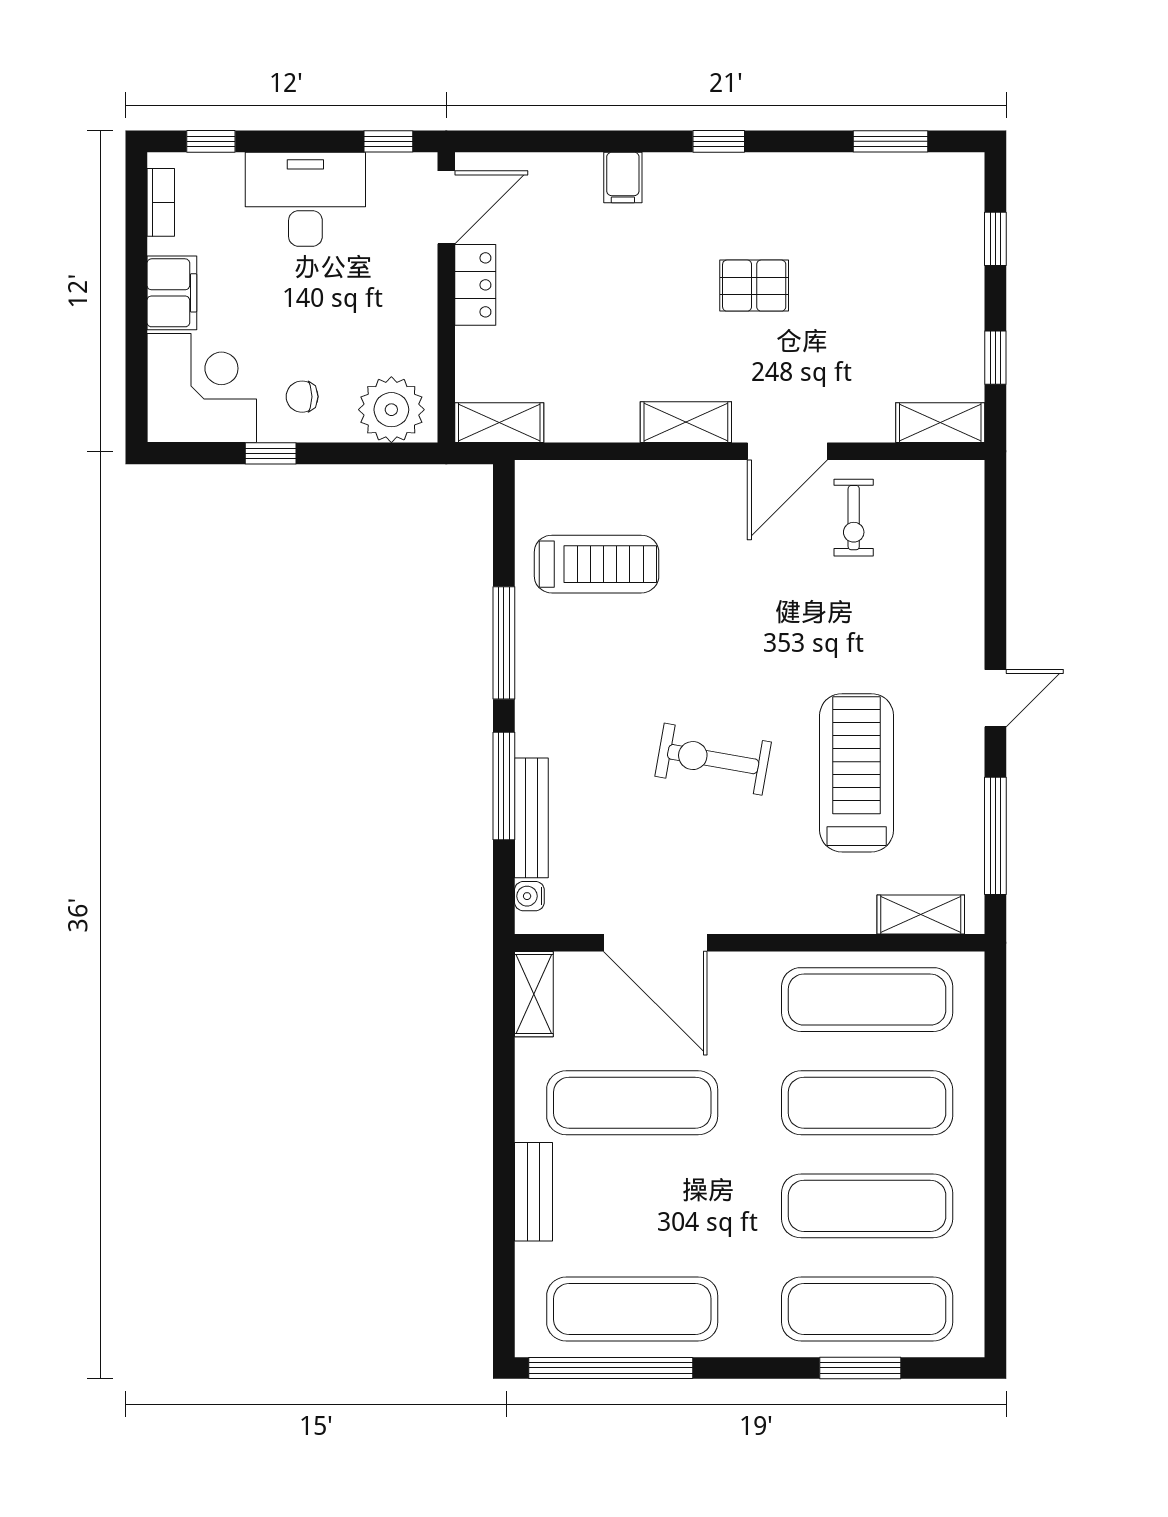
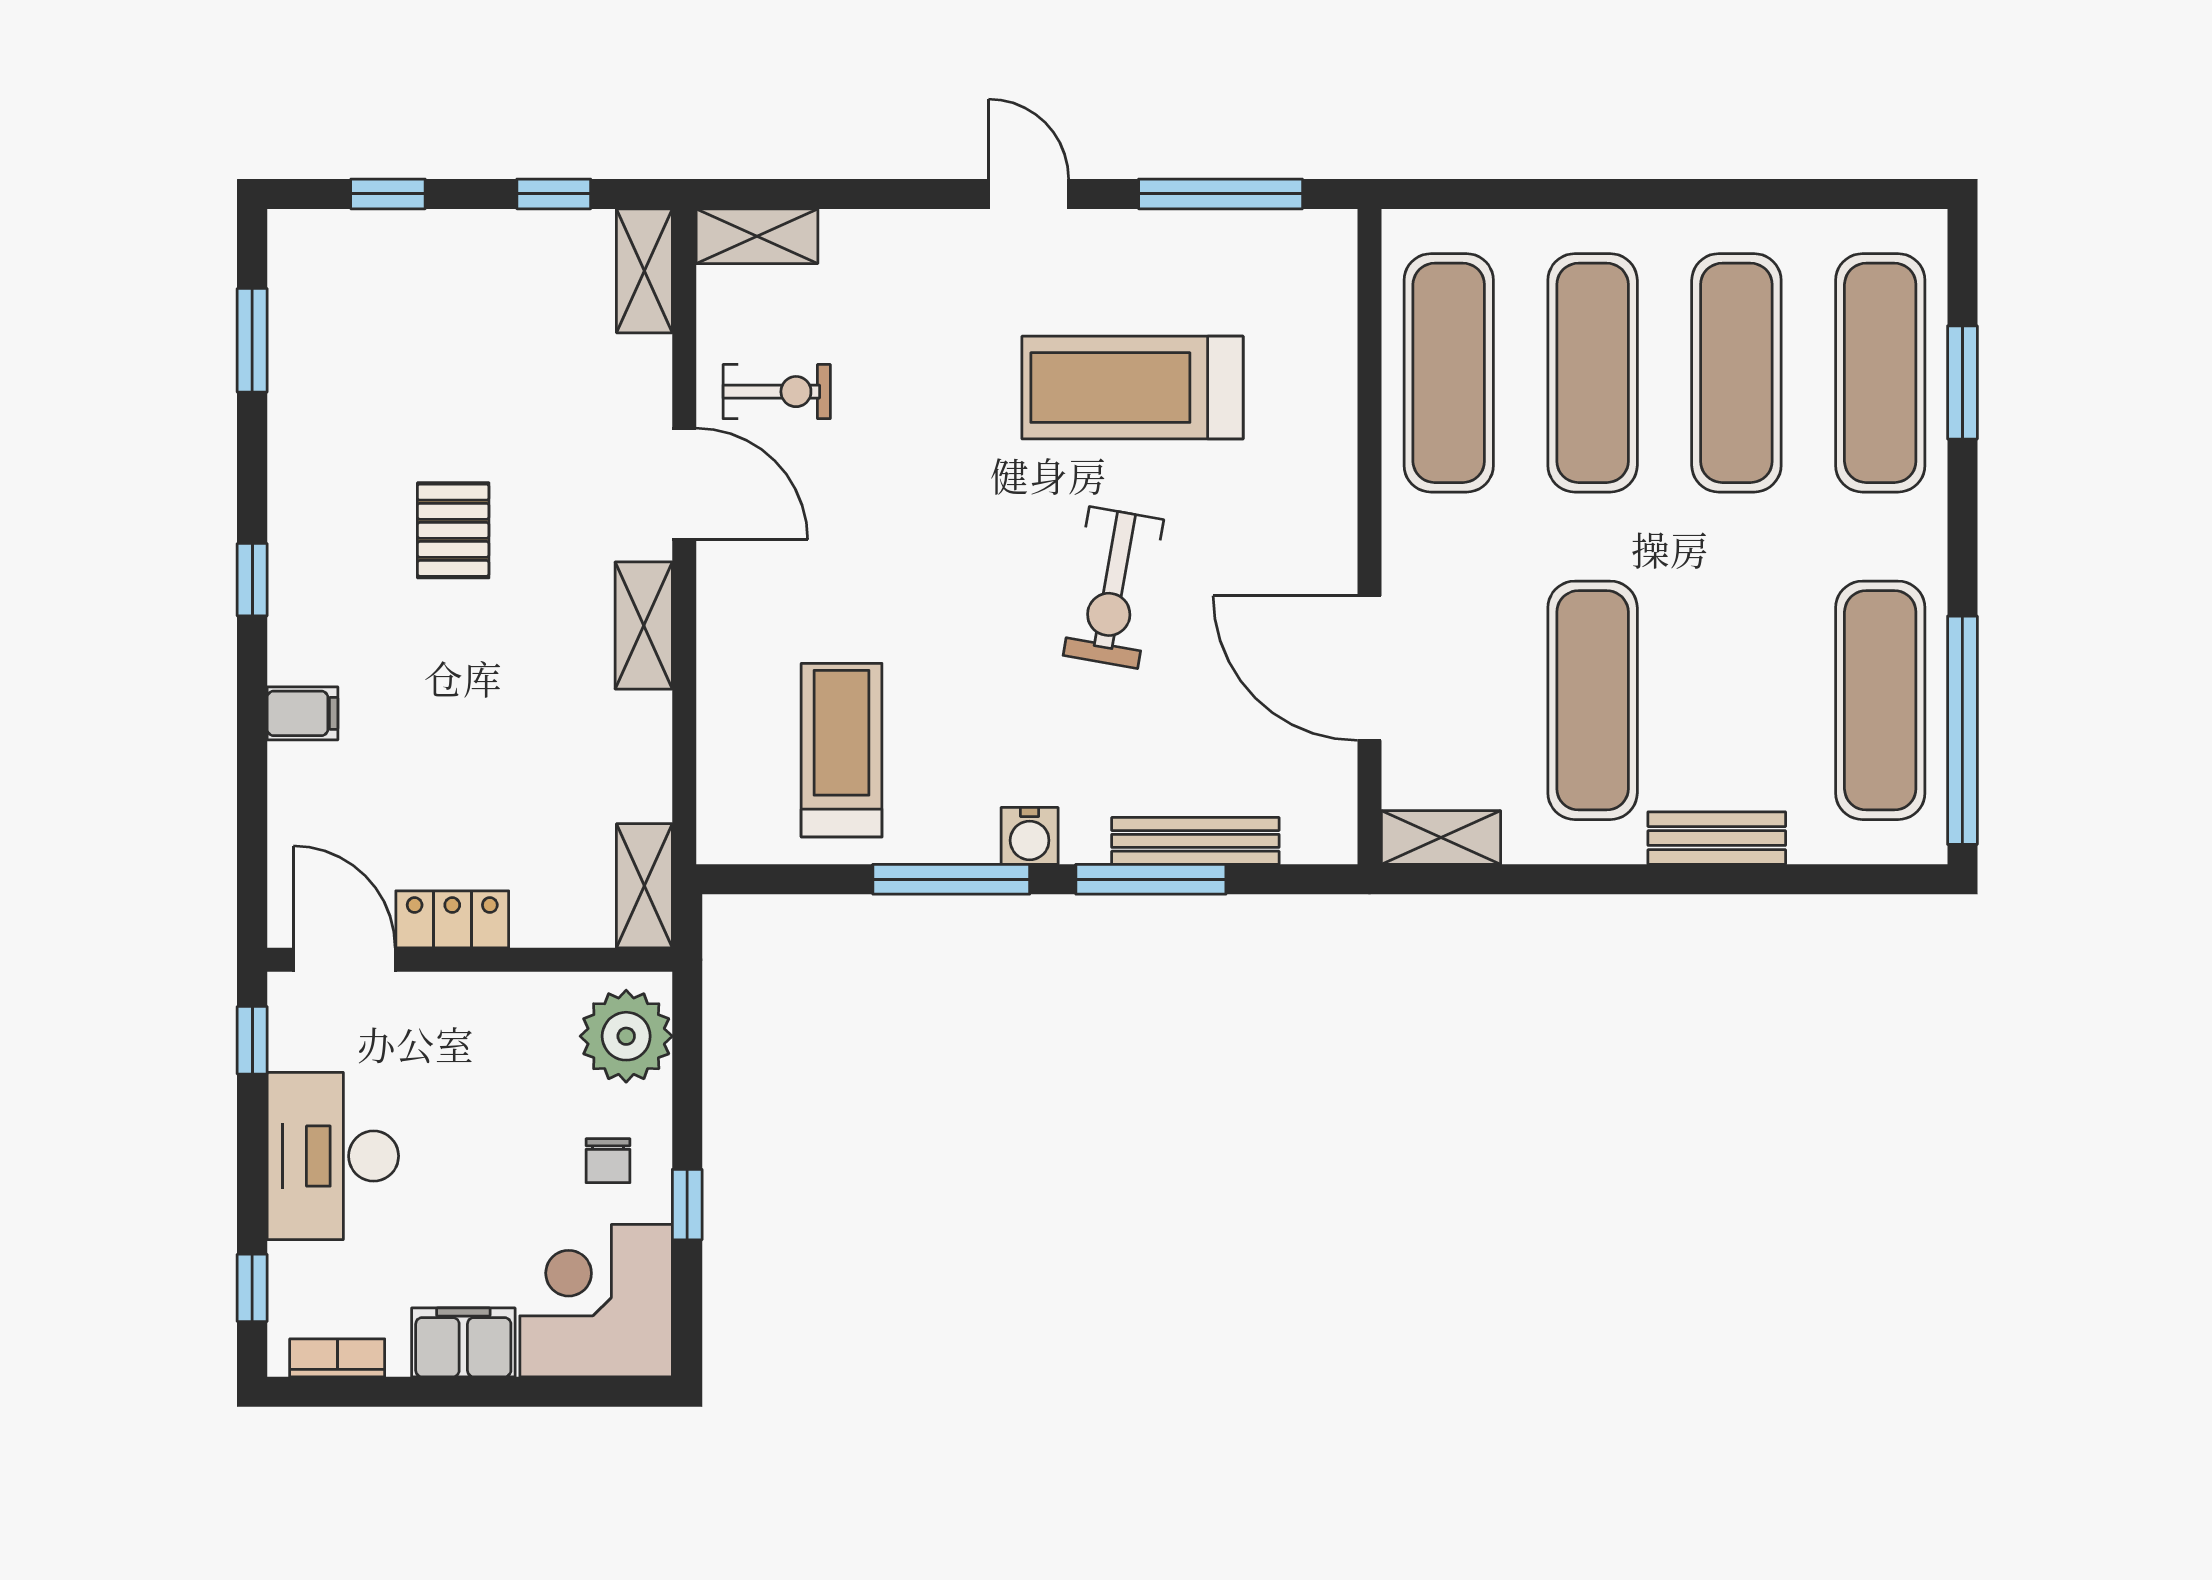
water cooler: (529, 896) -> (1030, 836), moved, width x1.38, depth x1.38
shelving: (921, 915) -> (757, 236), moved, turned 90
door: (655, 943) -> (1370, 668), swing flipped

